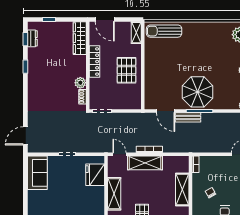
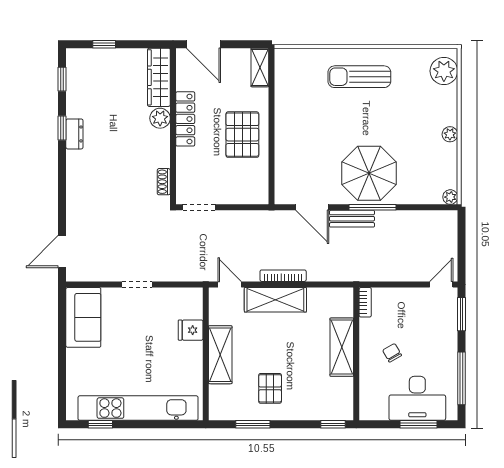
sun lounger: (164, 31) -> (359, 77), moved
dresser: (32, 38) -> (74, 134), moved
plant: (80, 83) -> (160, 118), moved
fridge: (95, 175) -> (191, 330), width x0.53, depth x0.75

